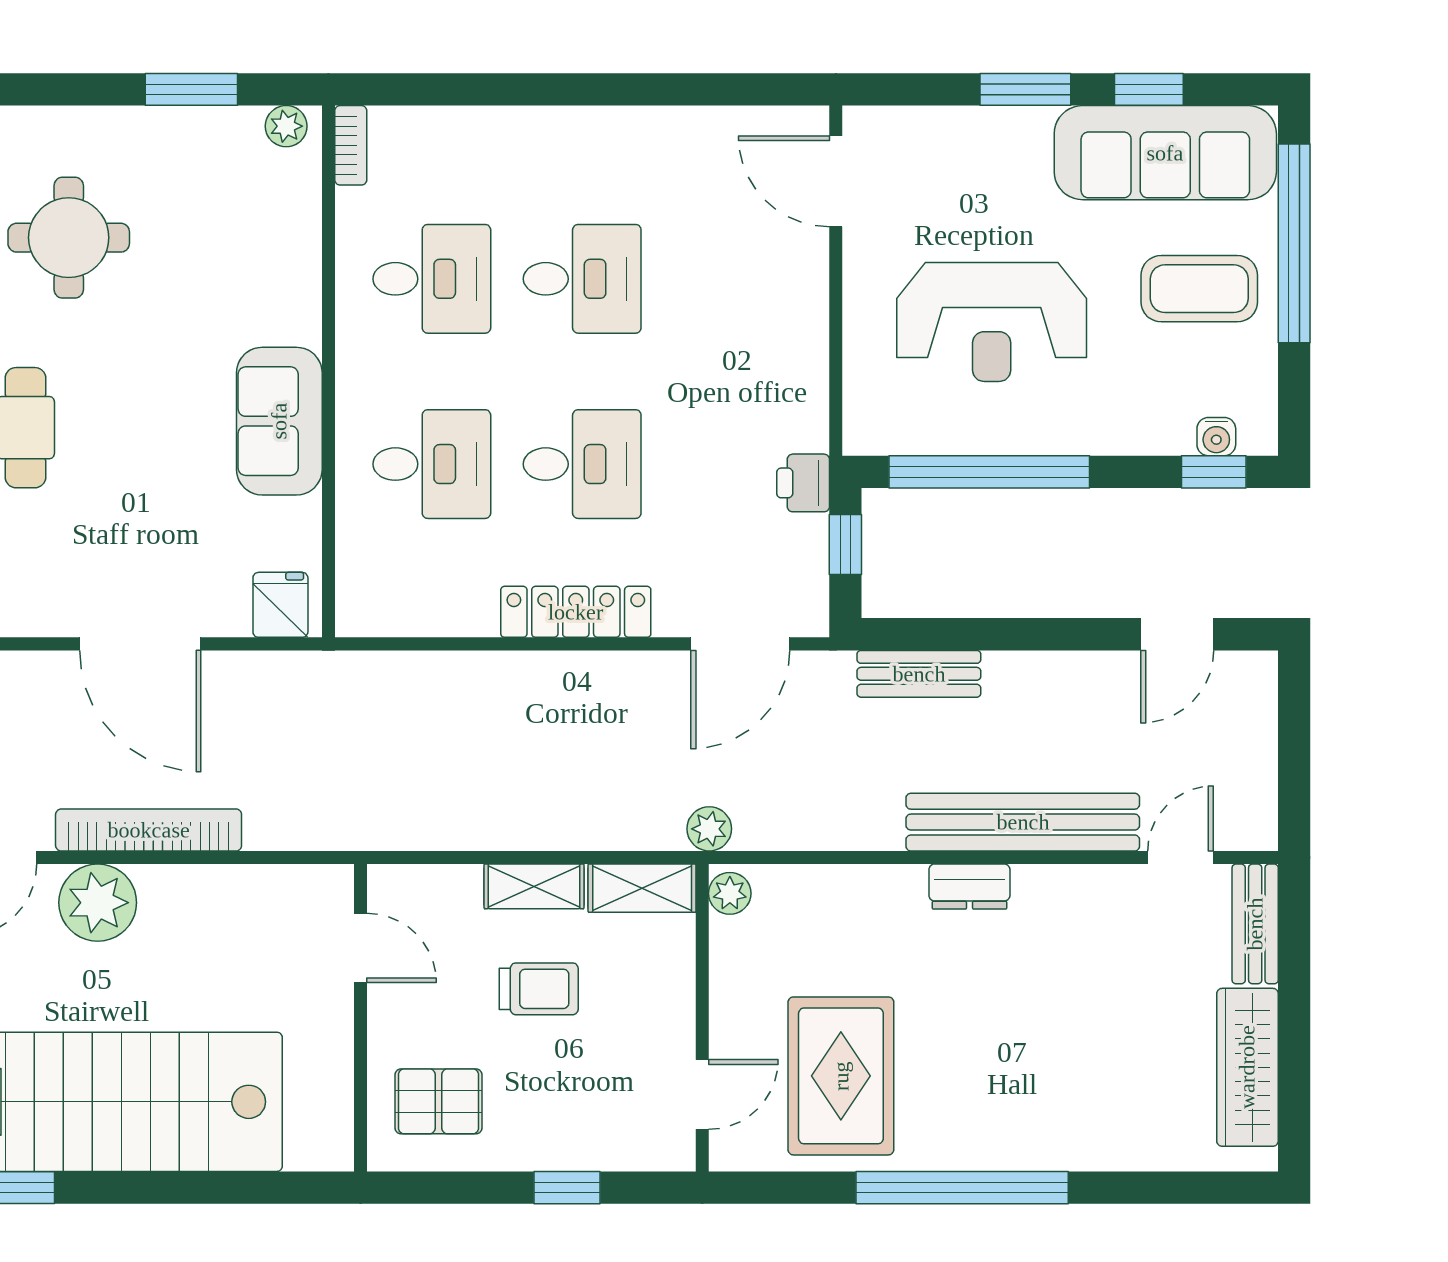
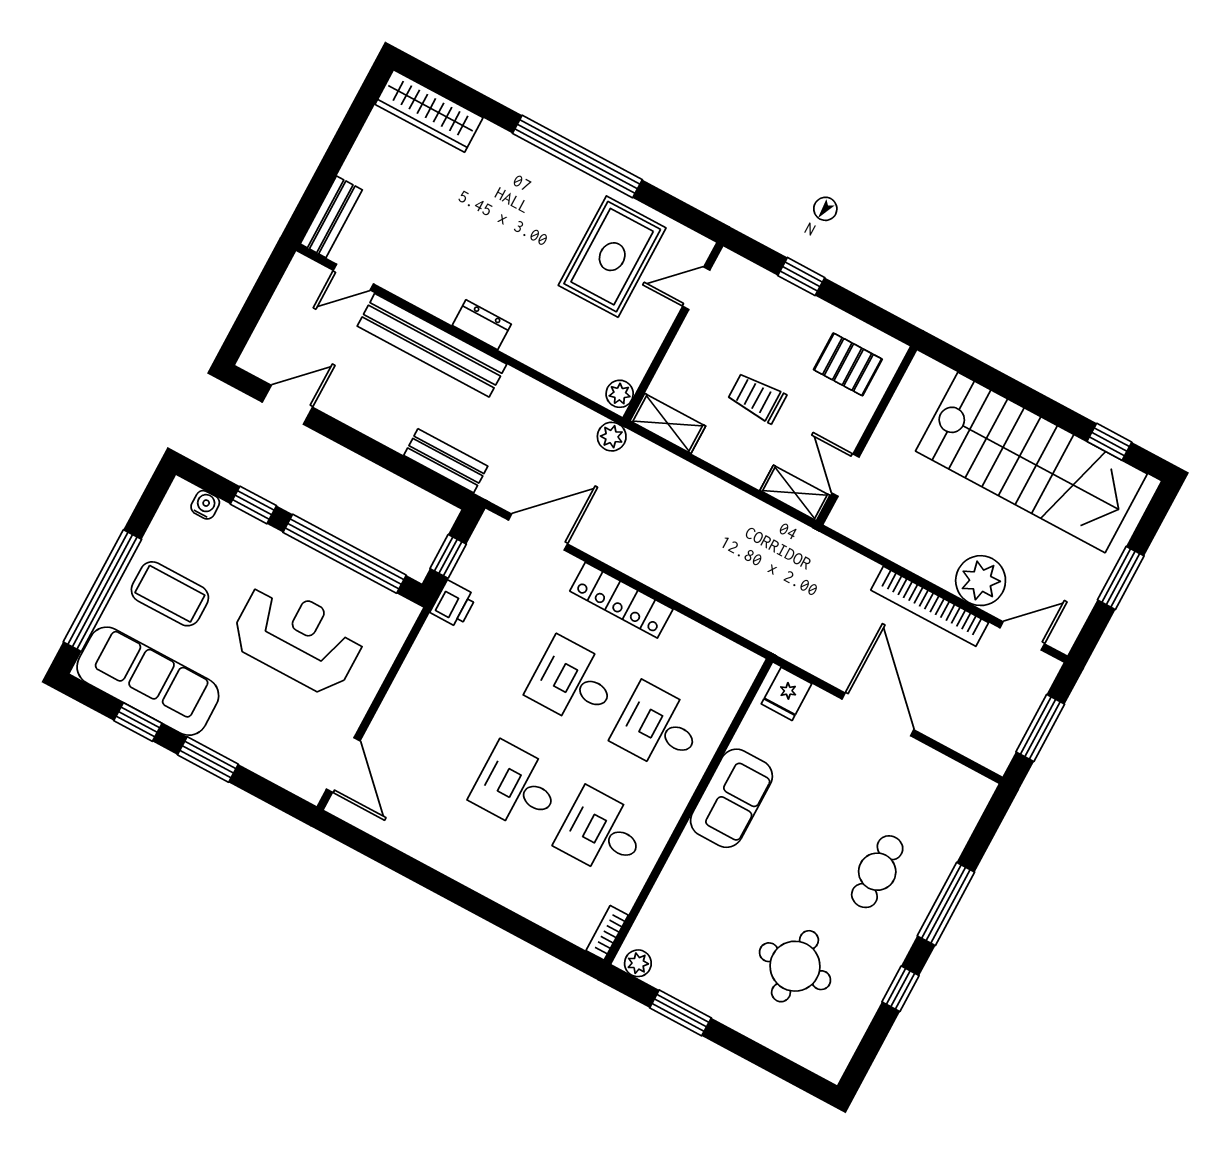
window: (1214, 472) -> (253, 505), moved
shelving: (534, 886) -> (795, 493), moved
wardrobe: (1247, 1067) -> (429, 111), moved, turned 90

